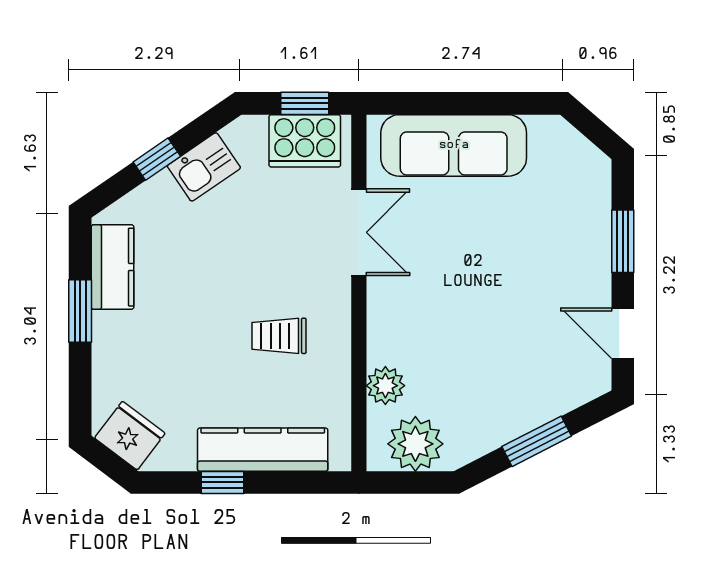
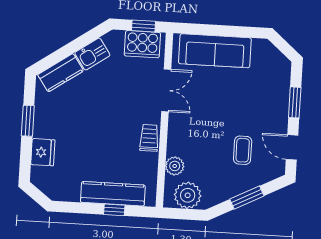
window: (157, 159) -> (70, 49), removed
kitchen counter: (112, 267) -> (61, 73), moved, turned 56
trolley: (279, 336) -> (149, 138), moved, turned 90
coffee table: (522, 345) -> (243, 150), added
fridge: (130, 436) -> (43, 152), moved, turned 53
window: (222, 482) -> (114, 210), moved

